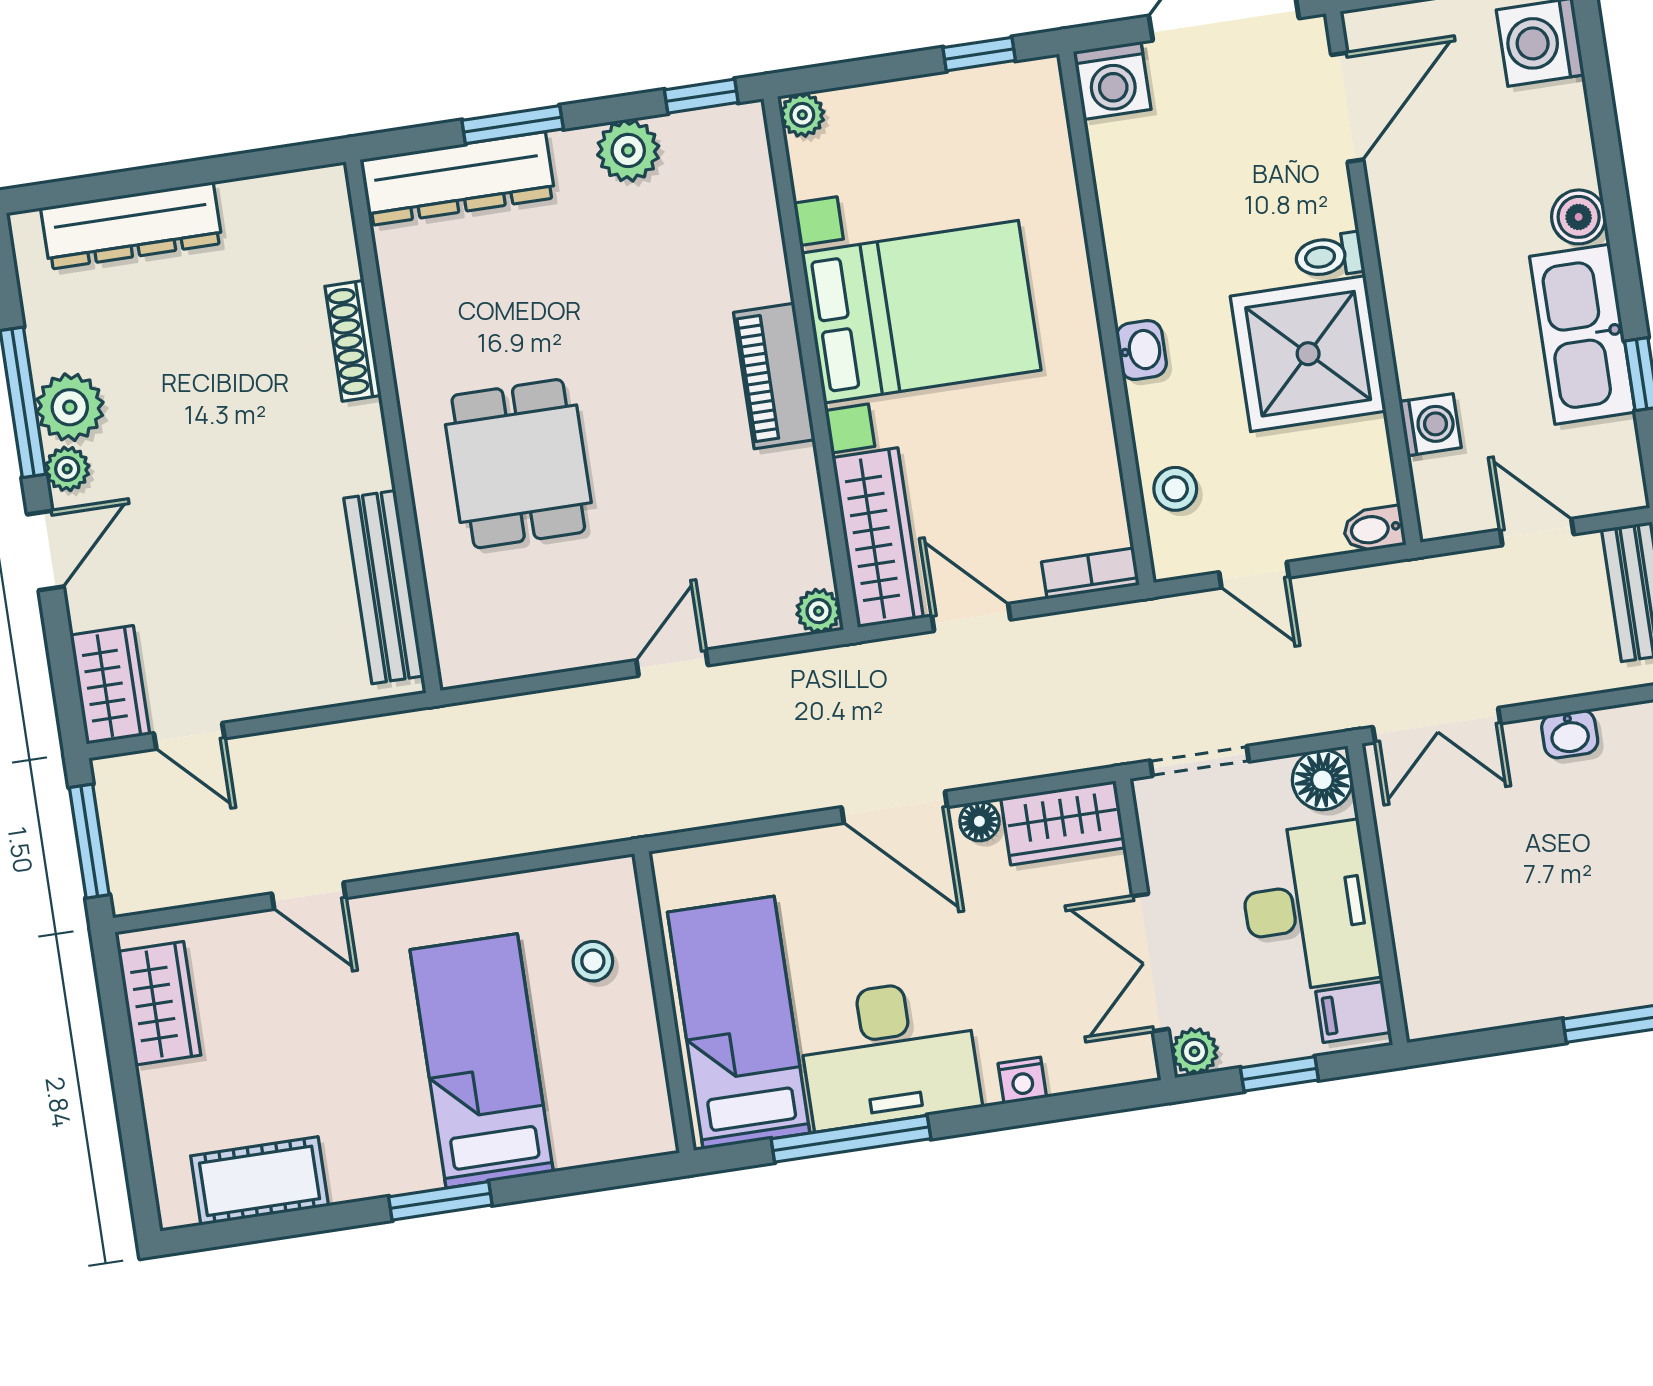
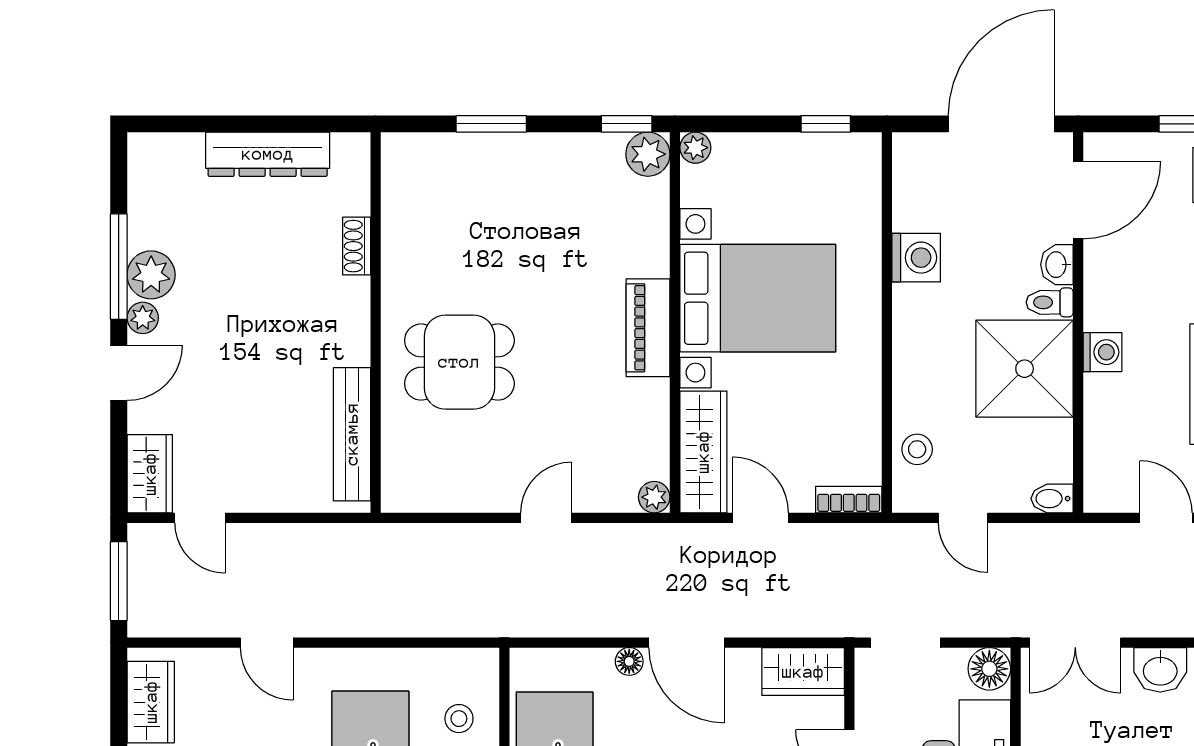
washing machine: (1112, 80) -> (916, 258), moved, turned -90
plant: (628, 150) -> (648, 154), moved
dresser: (458, 179) -> (447, 156), removed
dresser: (132, 226) -> (268, 154), moved
shoe rack: (353, 341) -> (357, 246), width x0.70
washbasin: (1141, 350) -> (1057, 265), moved, turned 180
washing machine: (1430, 425) -> (1102, 352), moved
dining table: (518, 464) -> (459, 362), turned 90
washbasin: (1570, 734) -> (1160, 670), width x1.38, depth x1.45
floor lamp: (979, 821) -> (629, 661), moved

